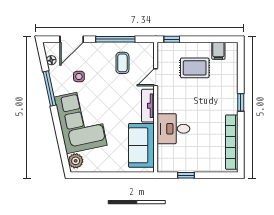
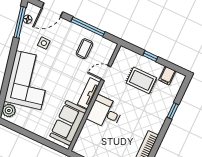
window: (172, 39) -> (150, 56), moved
window: (50, 89) -> (20, 22), moved
window: (241, 102) -> (173, 111), moved
desk: (173, 129) -> (105, 113), moved

